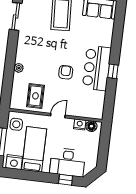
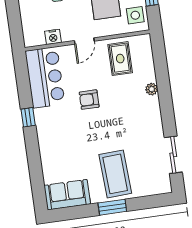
bar counter: (97, 68) -> (45, 77), moved
armchair: (66, 72) -> (89, 100), turned 90
floor lamp: (91, 126) -> (37, 39), removed

